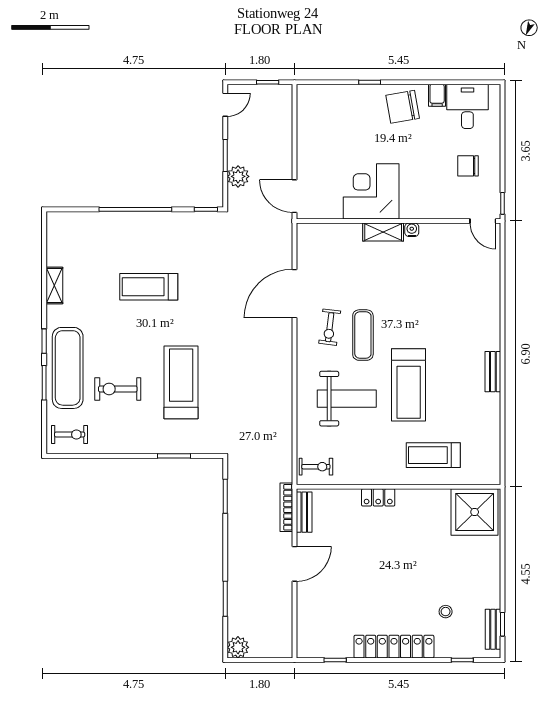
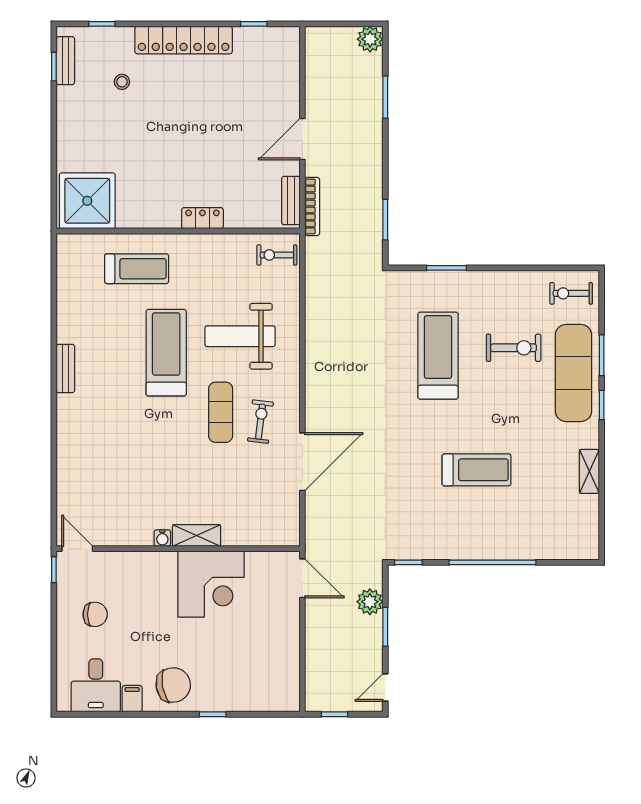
treadmill: (181, 382) -> (438, 356), turned 180

